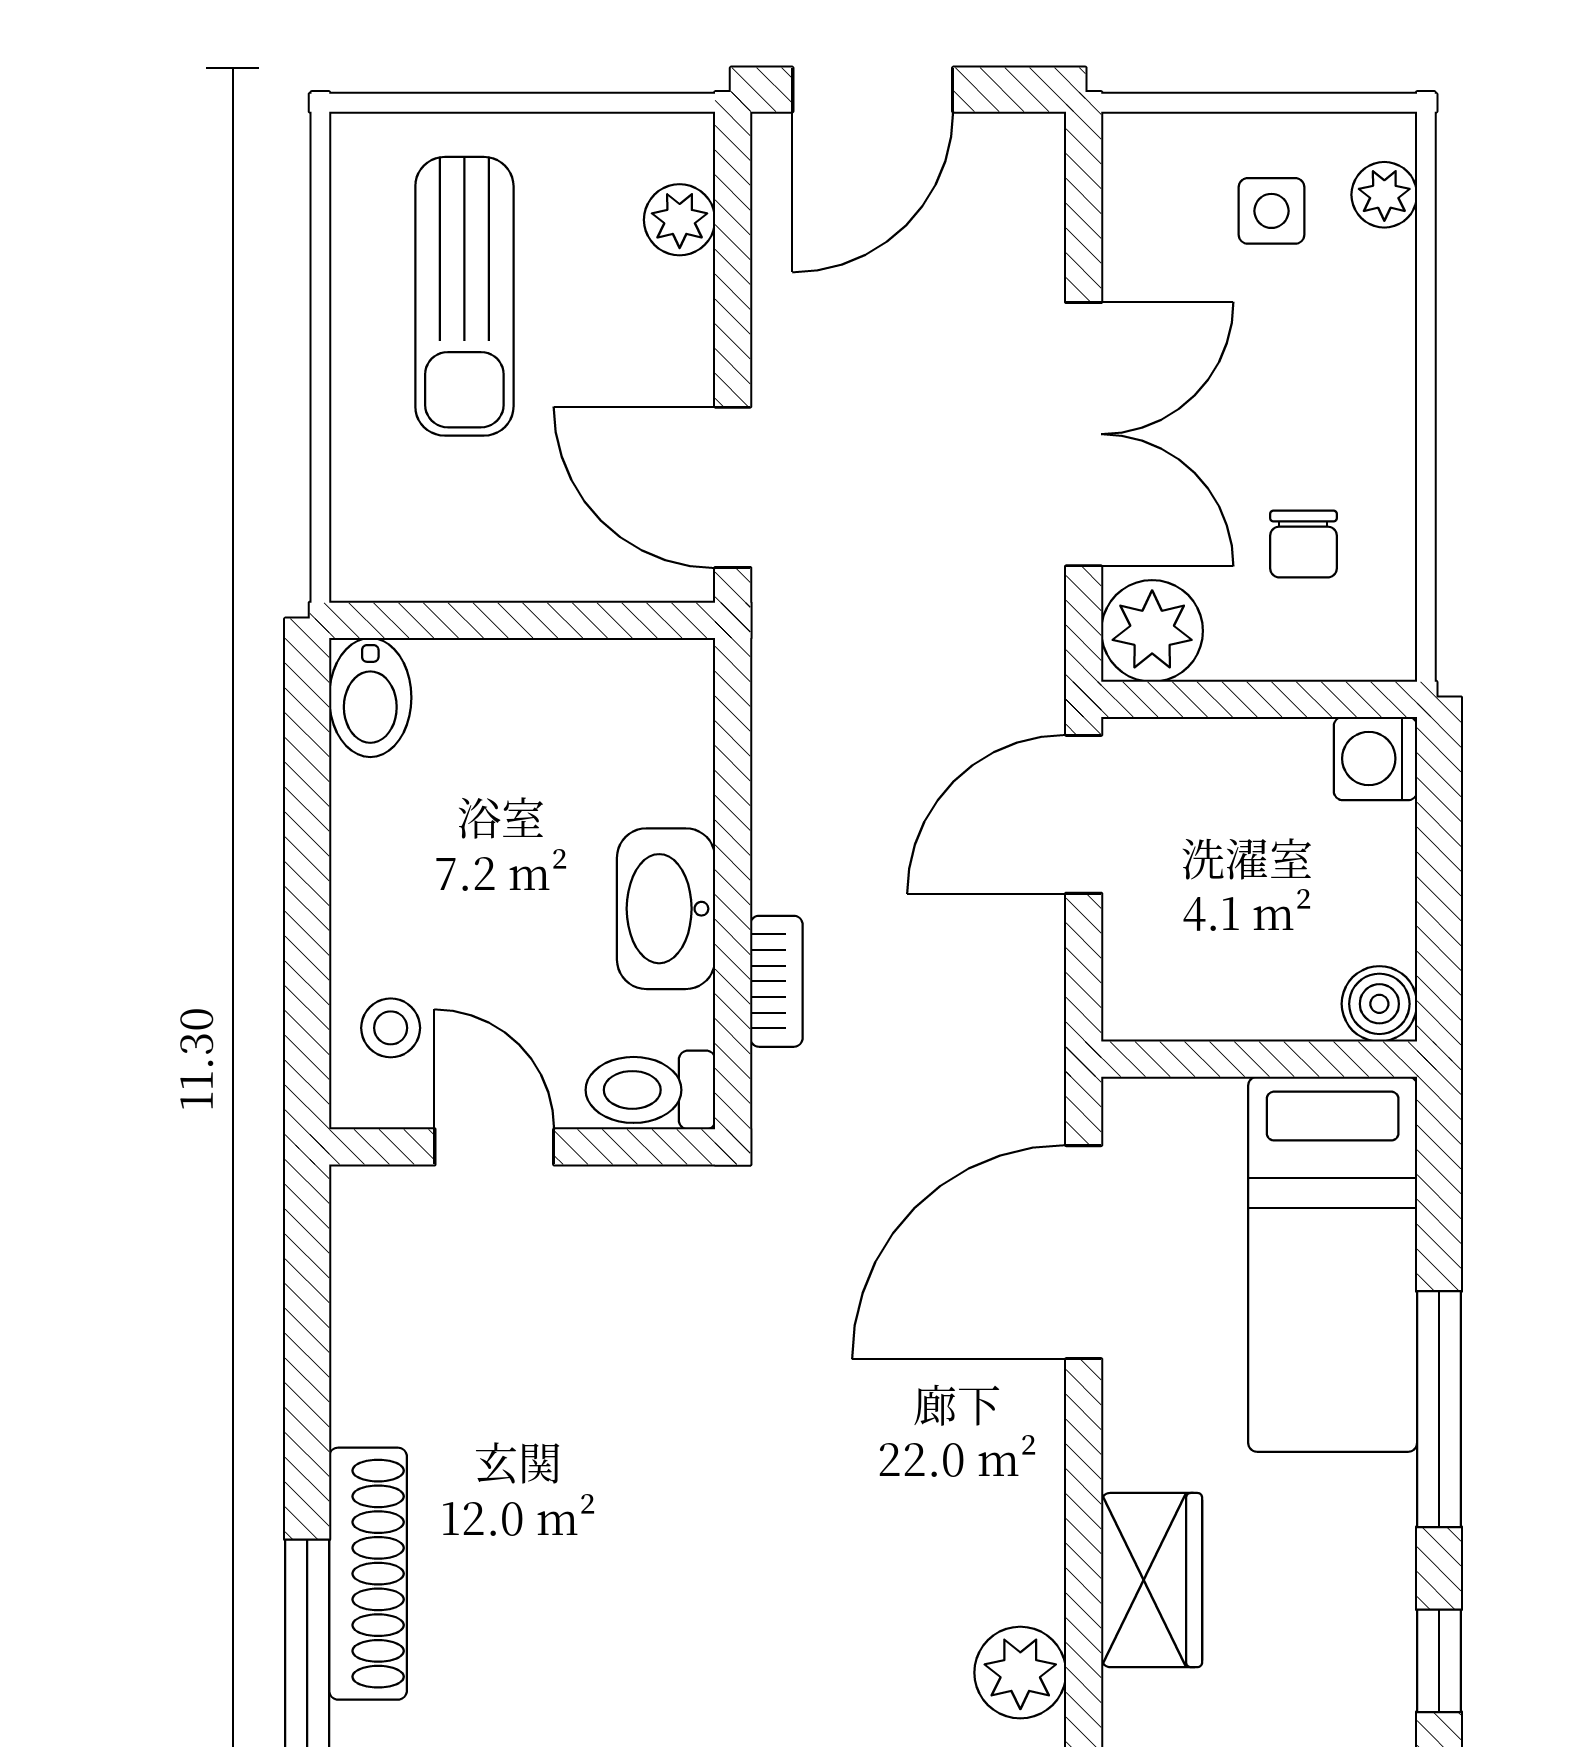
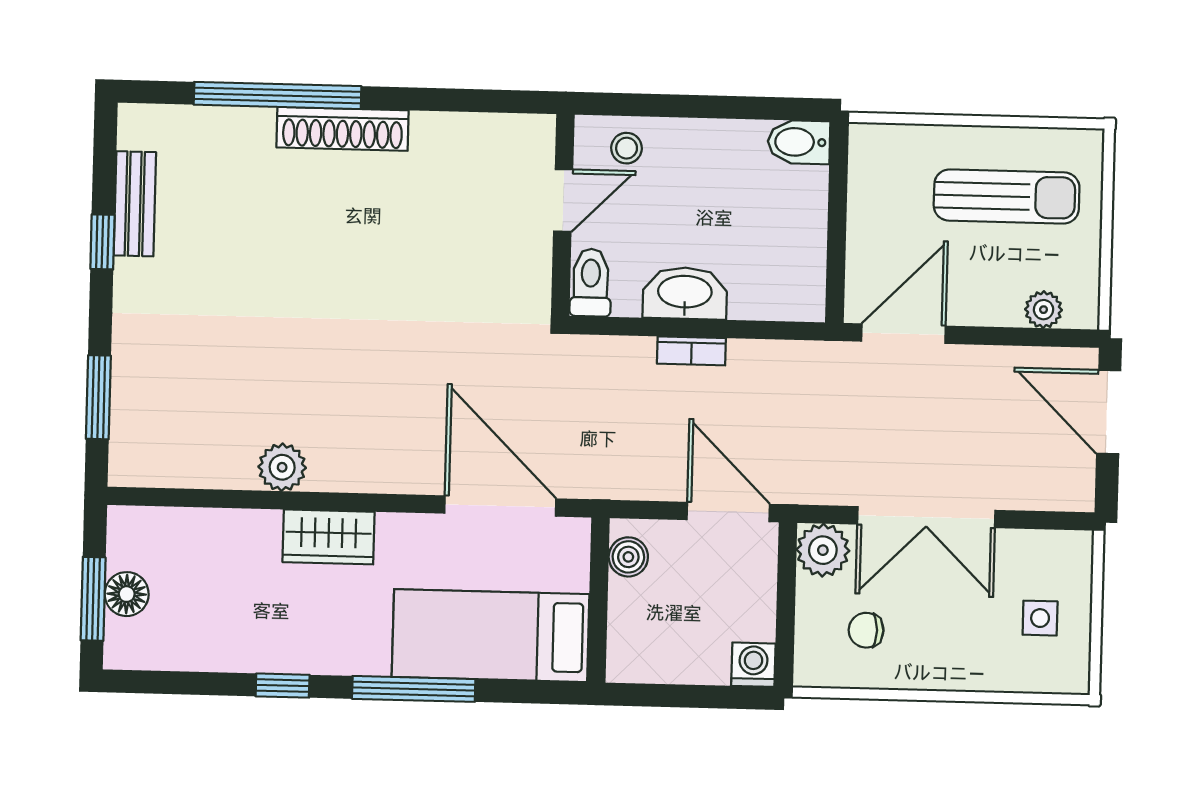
plant: (1384, 195) -> (1047, 677), removed
sun lounger: (464, 296) -> (1007, 196), turned 180
bookcase: (776, 981) -> (691, 351), moved
boiler: (1379, 1004) -> (628, 557), moved

